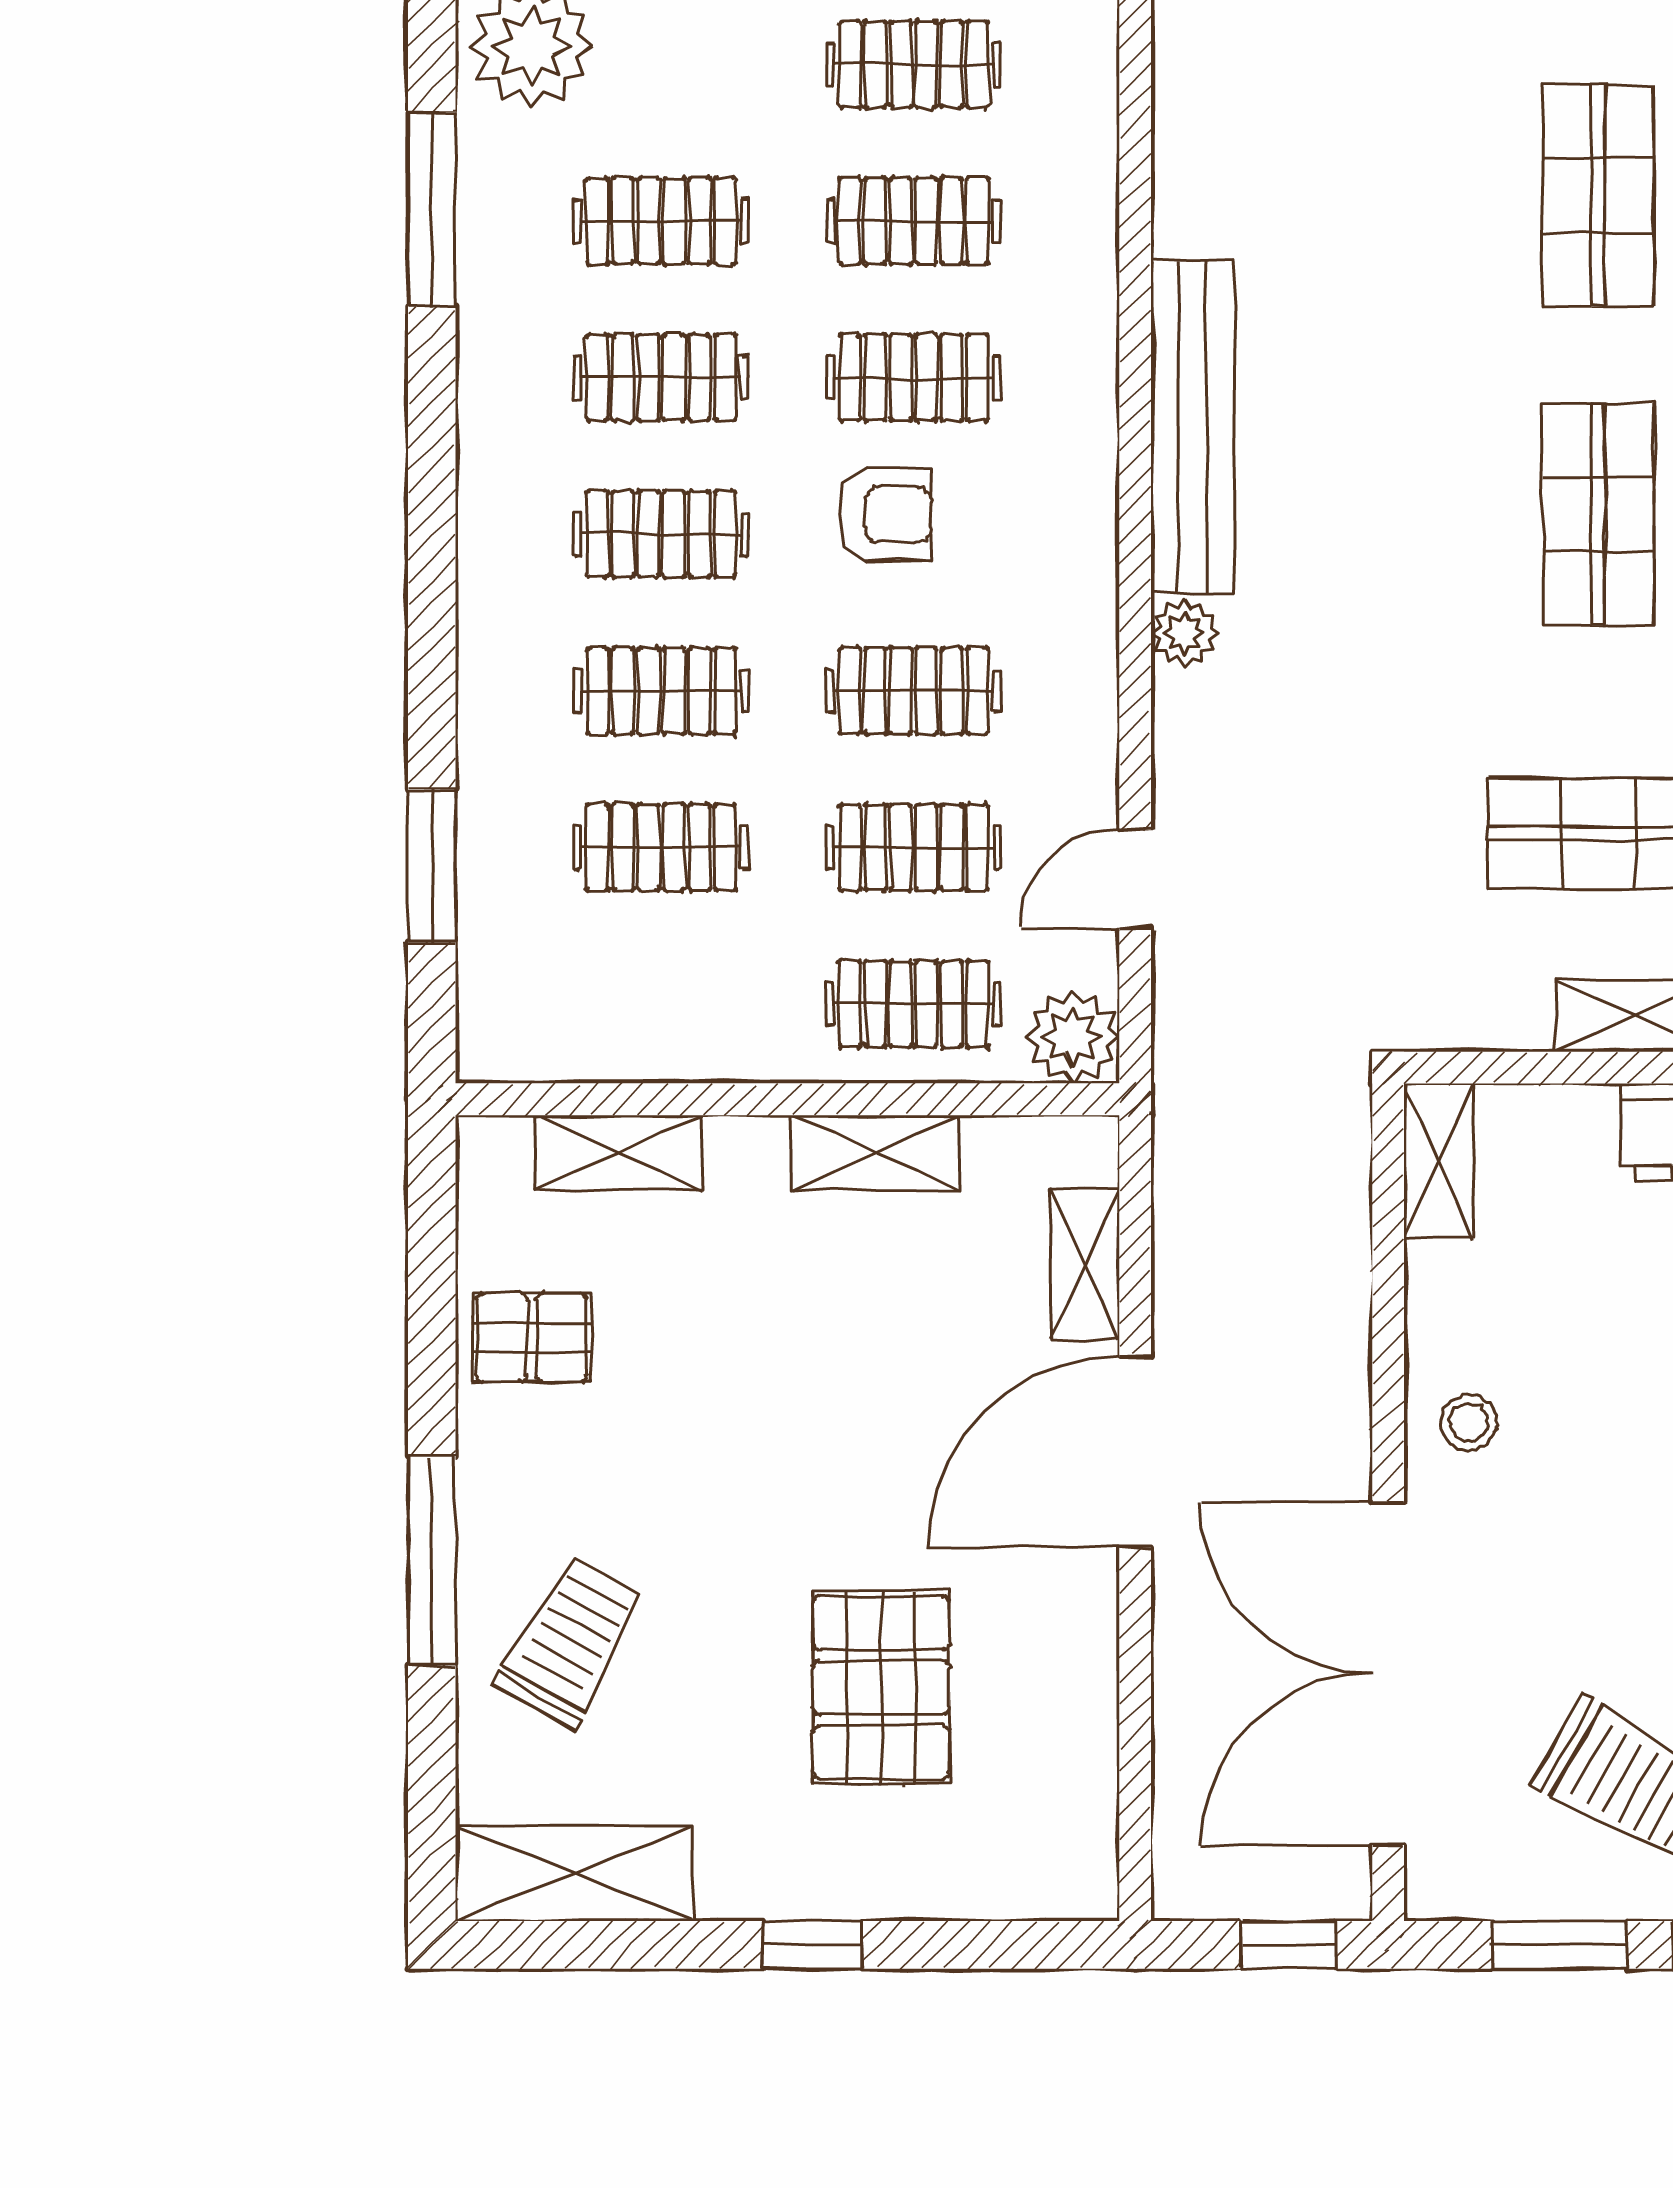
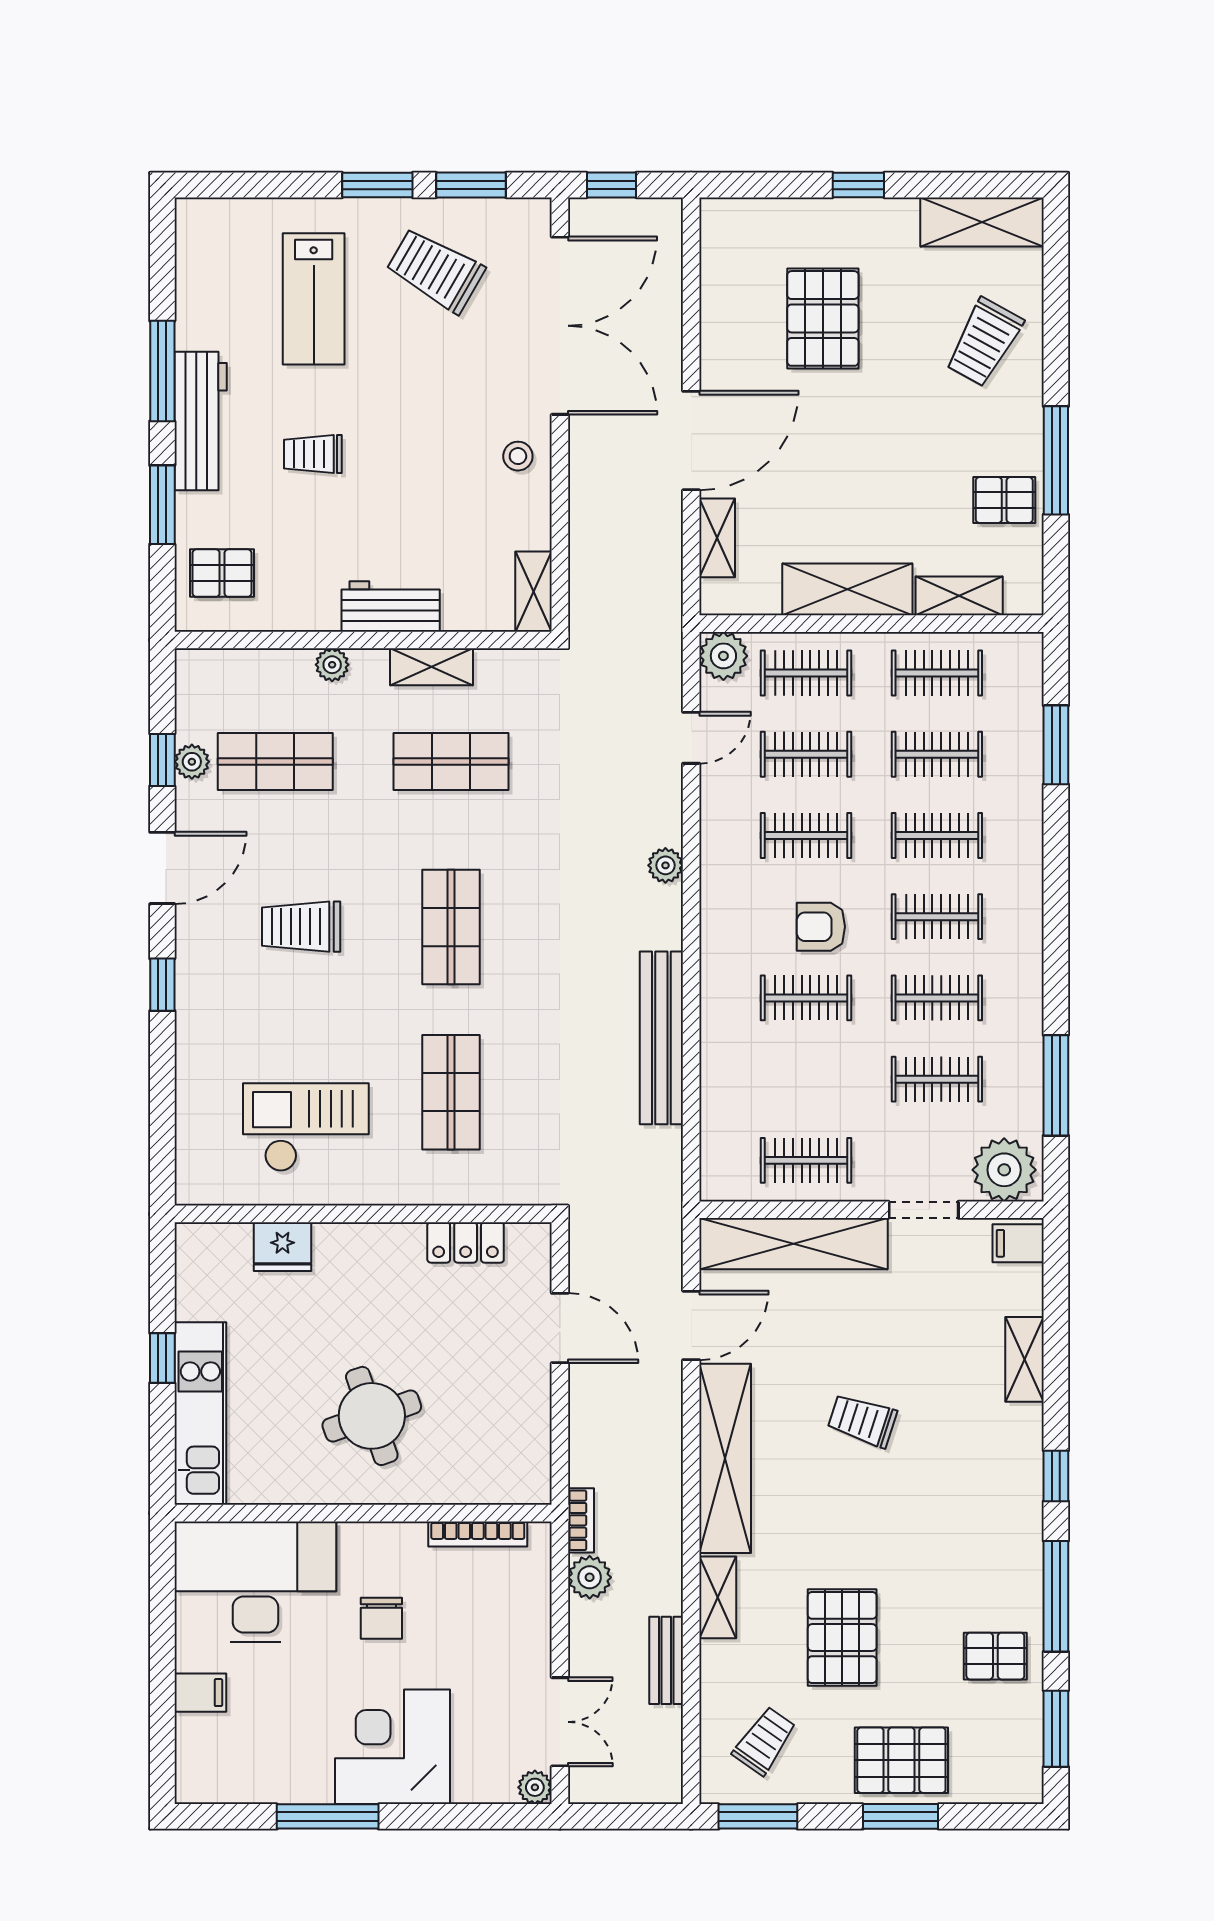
clothes rail: (914, 221) -> (937, 673), moved
bench: (1193, 426) -> (661, 1038), moved
shelving: (876, 1153) -> (847, 589), width x1.50, depth x1.33
window: (432, 1561) -> (1056, 460), moved

